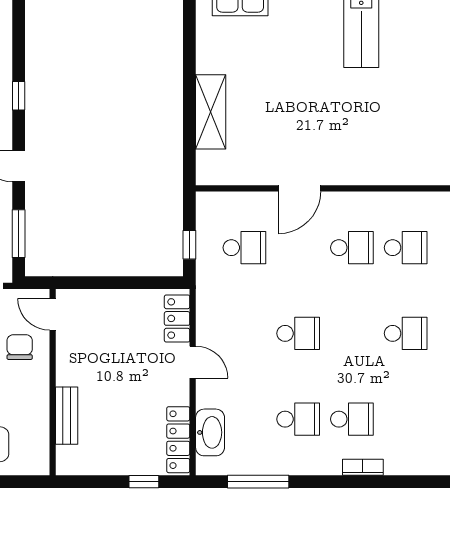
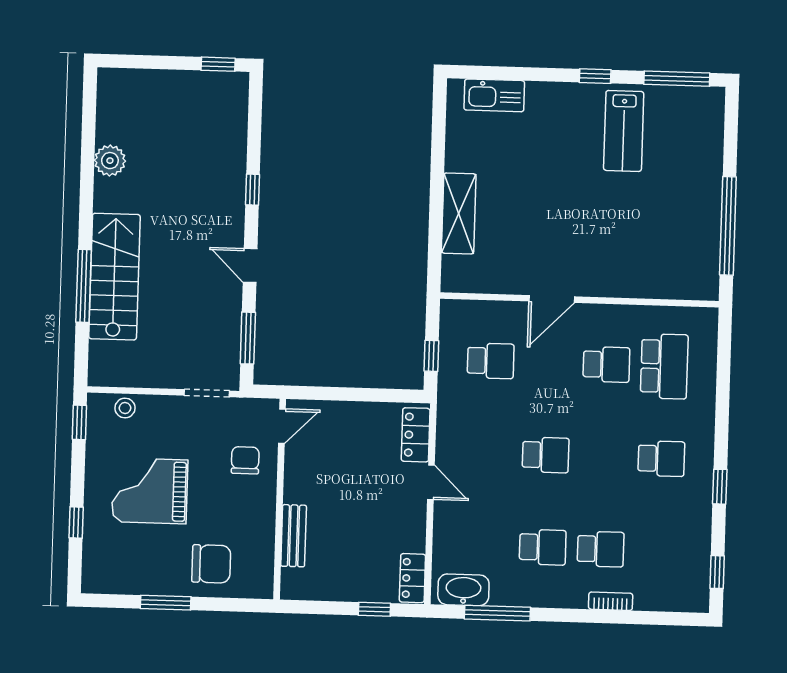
school desk: (406, 248) -> (664, 366), width x1.85
door: (53, 314) -> (282, 426), swing flipped
washbasin: (210, 432) -> (463, 590), moved, turned -90
locker: (178, 440) -> (412, 578), width x0.66

